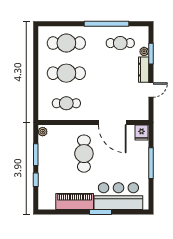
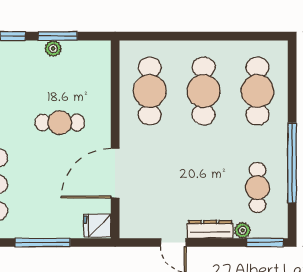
window: (151, 54) -> (265, 242), moved
cafe table: (66, 103) -> (150, 91), width x1.37, depth x1.35
plant: (43, 132) -> (53, 48), moved
cafe table: (84, 154) -> (60, 123), width x0.73, depth x0.74

